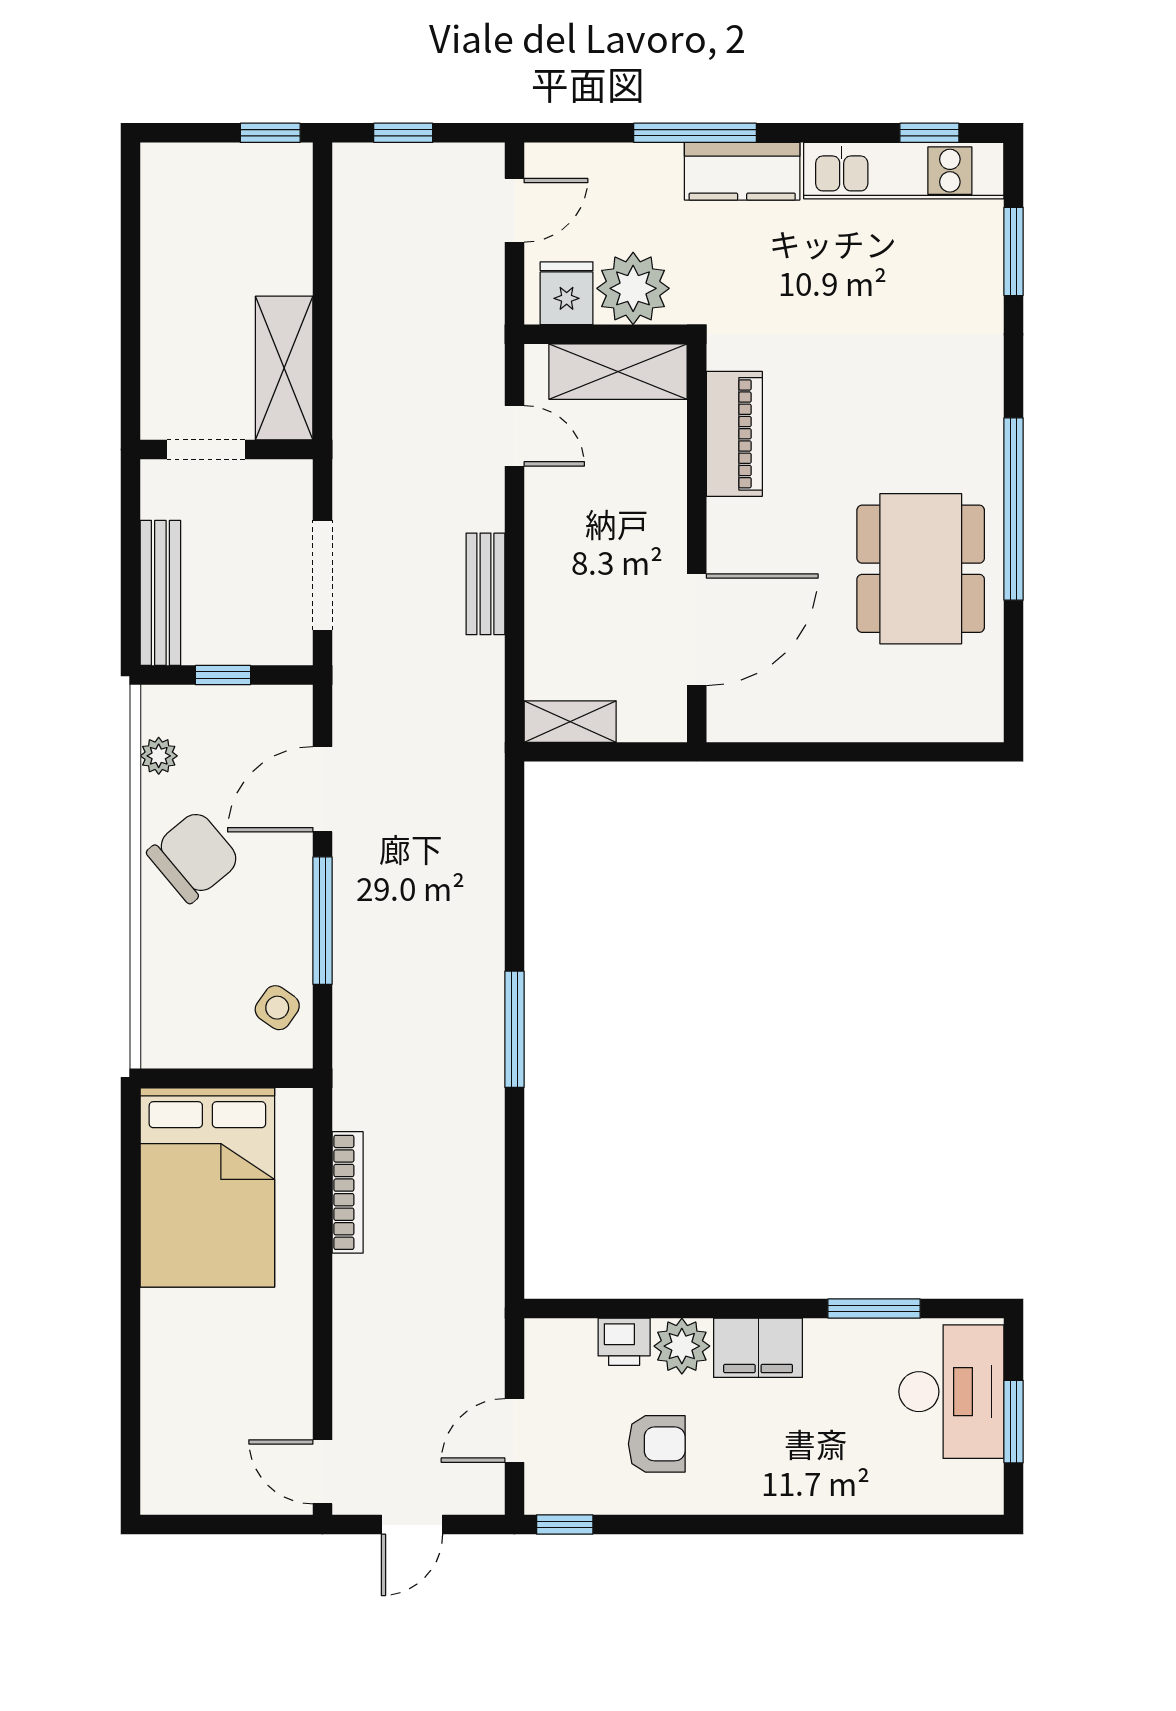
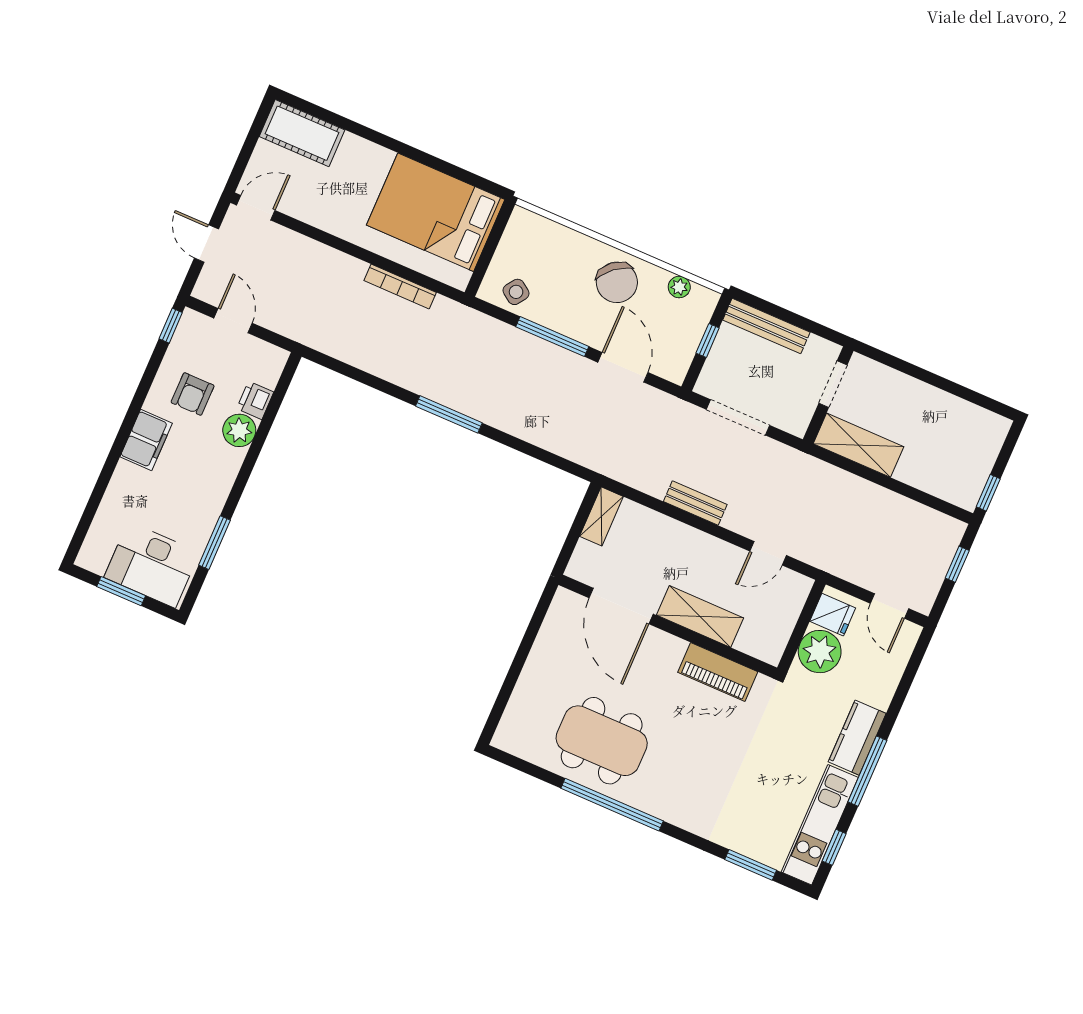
window: (695, 133) -> (867, 771), moved
shelving: (618, 372) -> (700, 616), moved, turned 90
filing cabinet: (758, 1348) -> (146, 440), moved, turned 180
cot: (175, 1450) -> (302, 133), added

